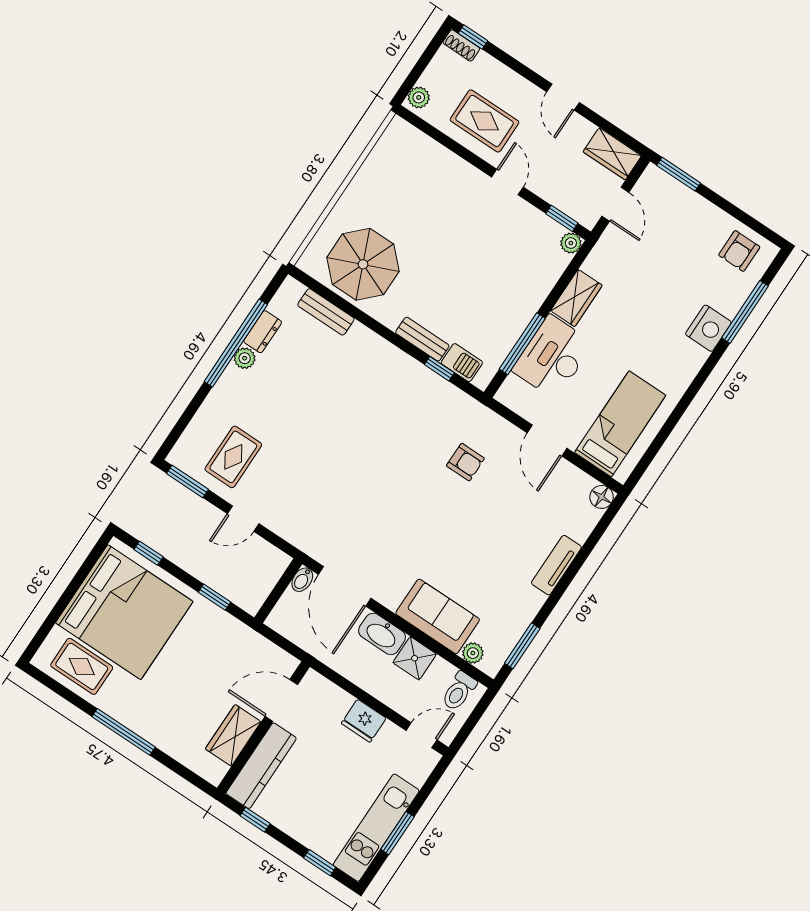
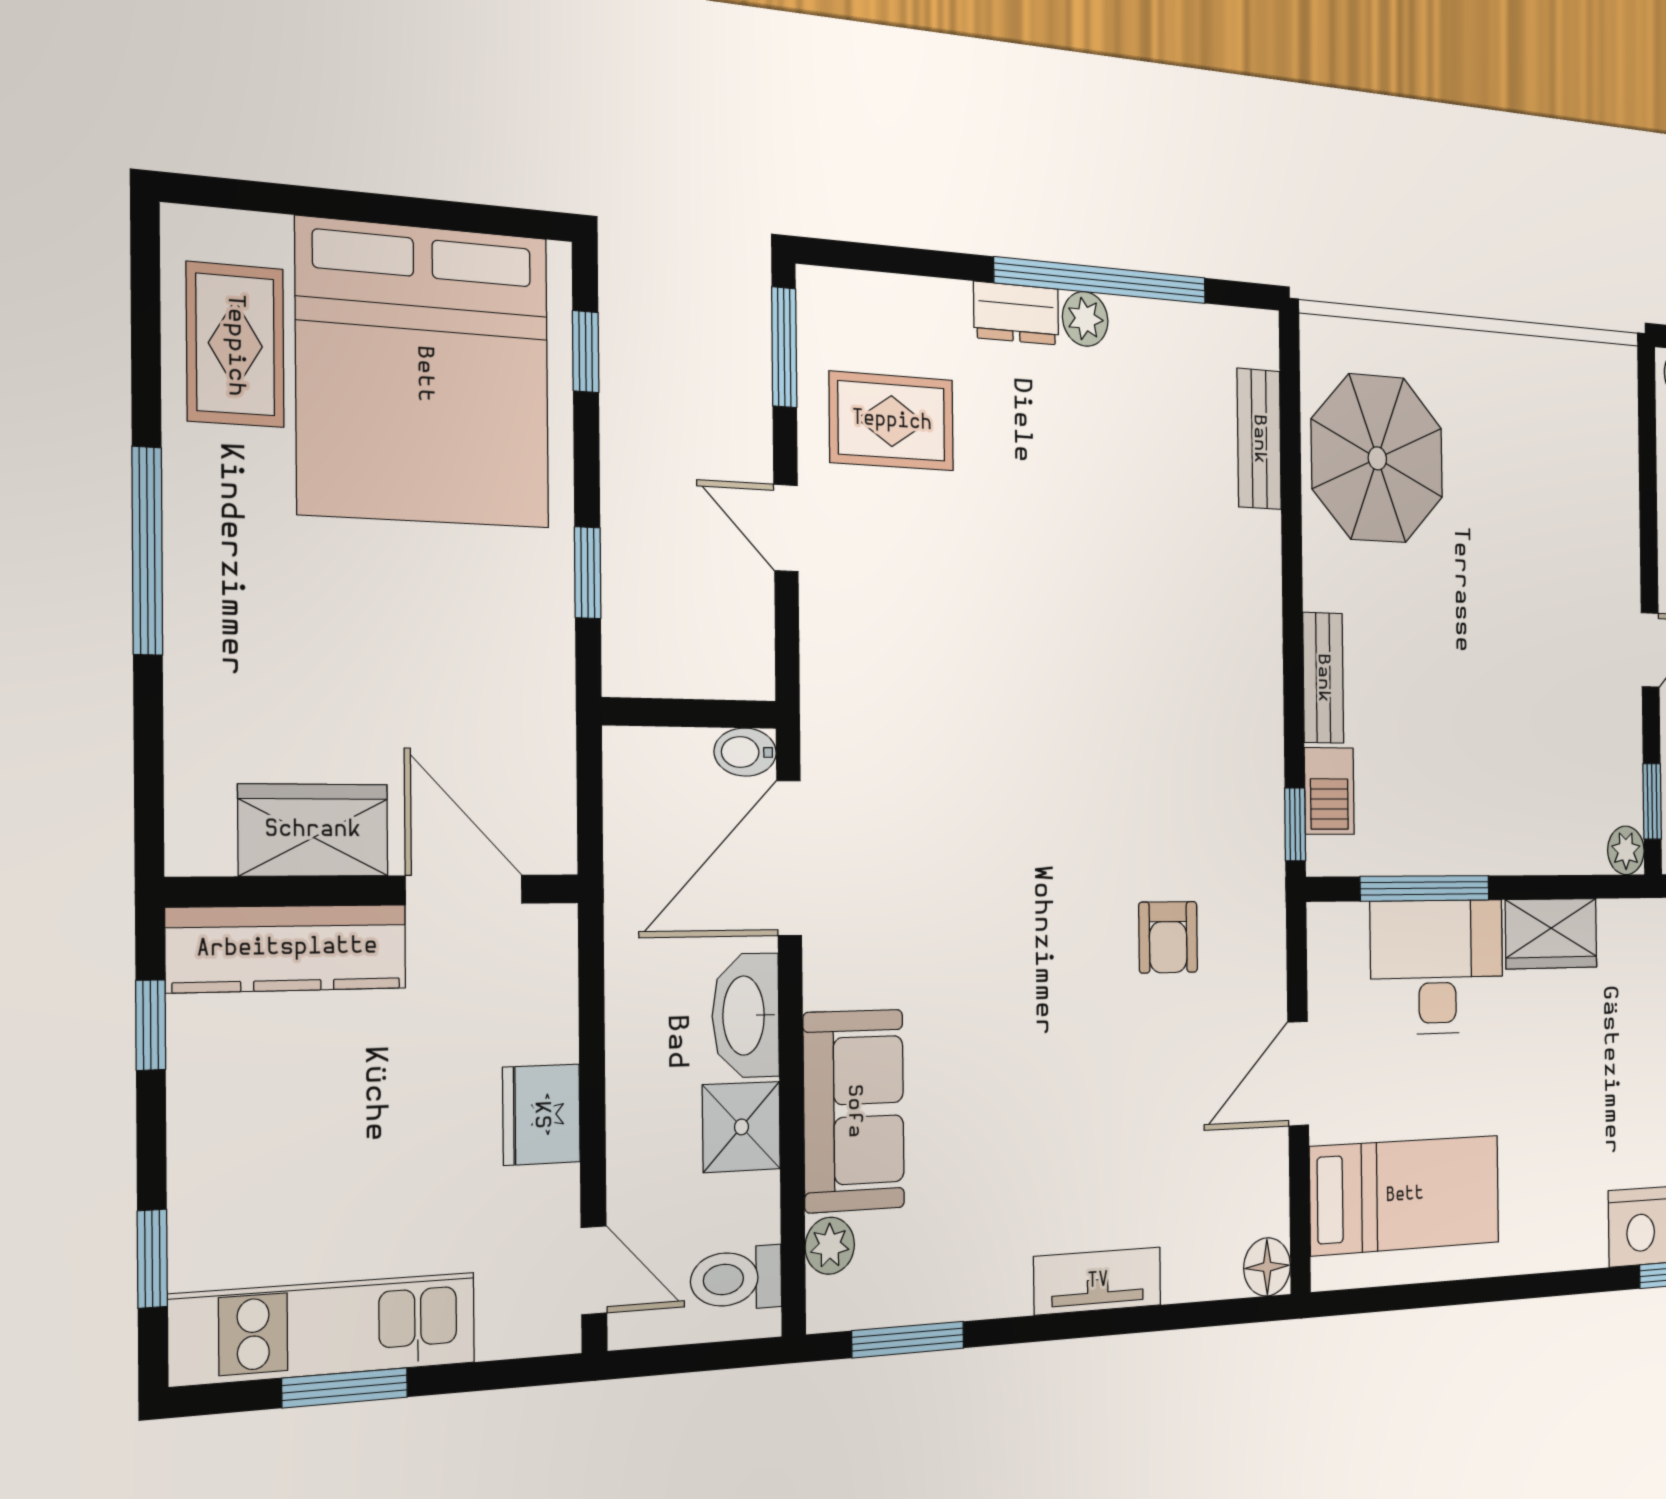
dresser: (263, 332) -> (1016, 313), moved
window: (439, 369) -> (1295, 824), moved

